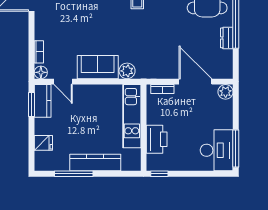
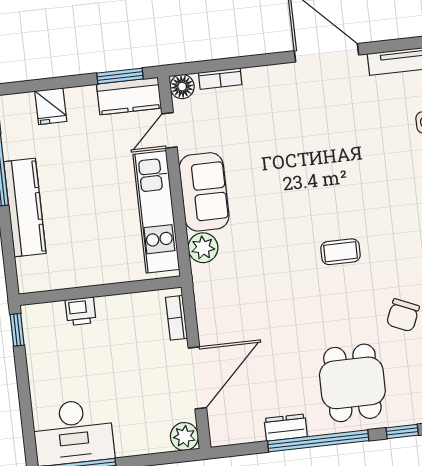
kitchen unit: (132, 116) -> (156, 212), moved, turned -90
printer: (157, 139) -> (81, 311), width x0.53, depth x0.68

